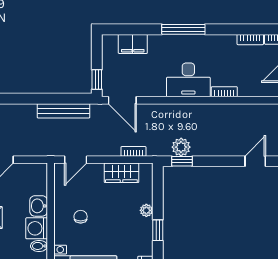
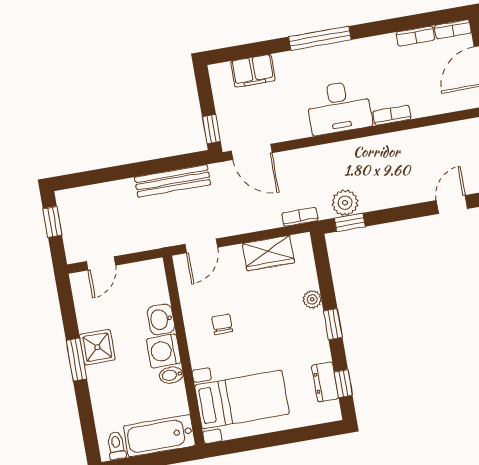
bookcase: (133, 151) -> (300, 217), moved

